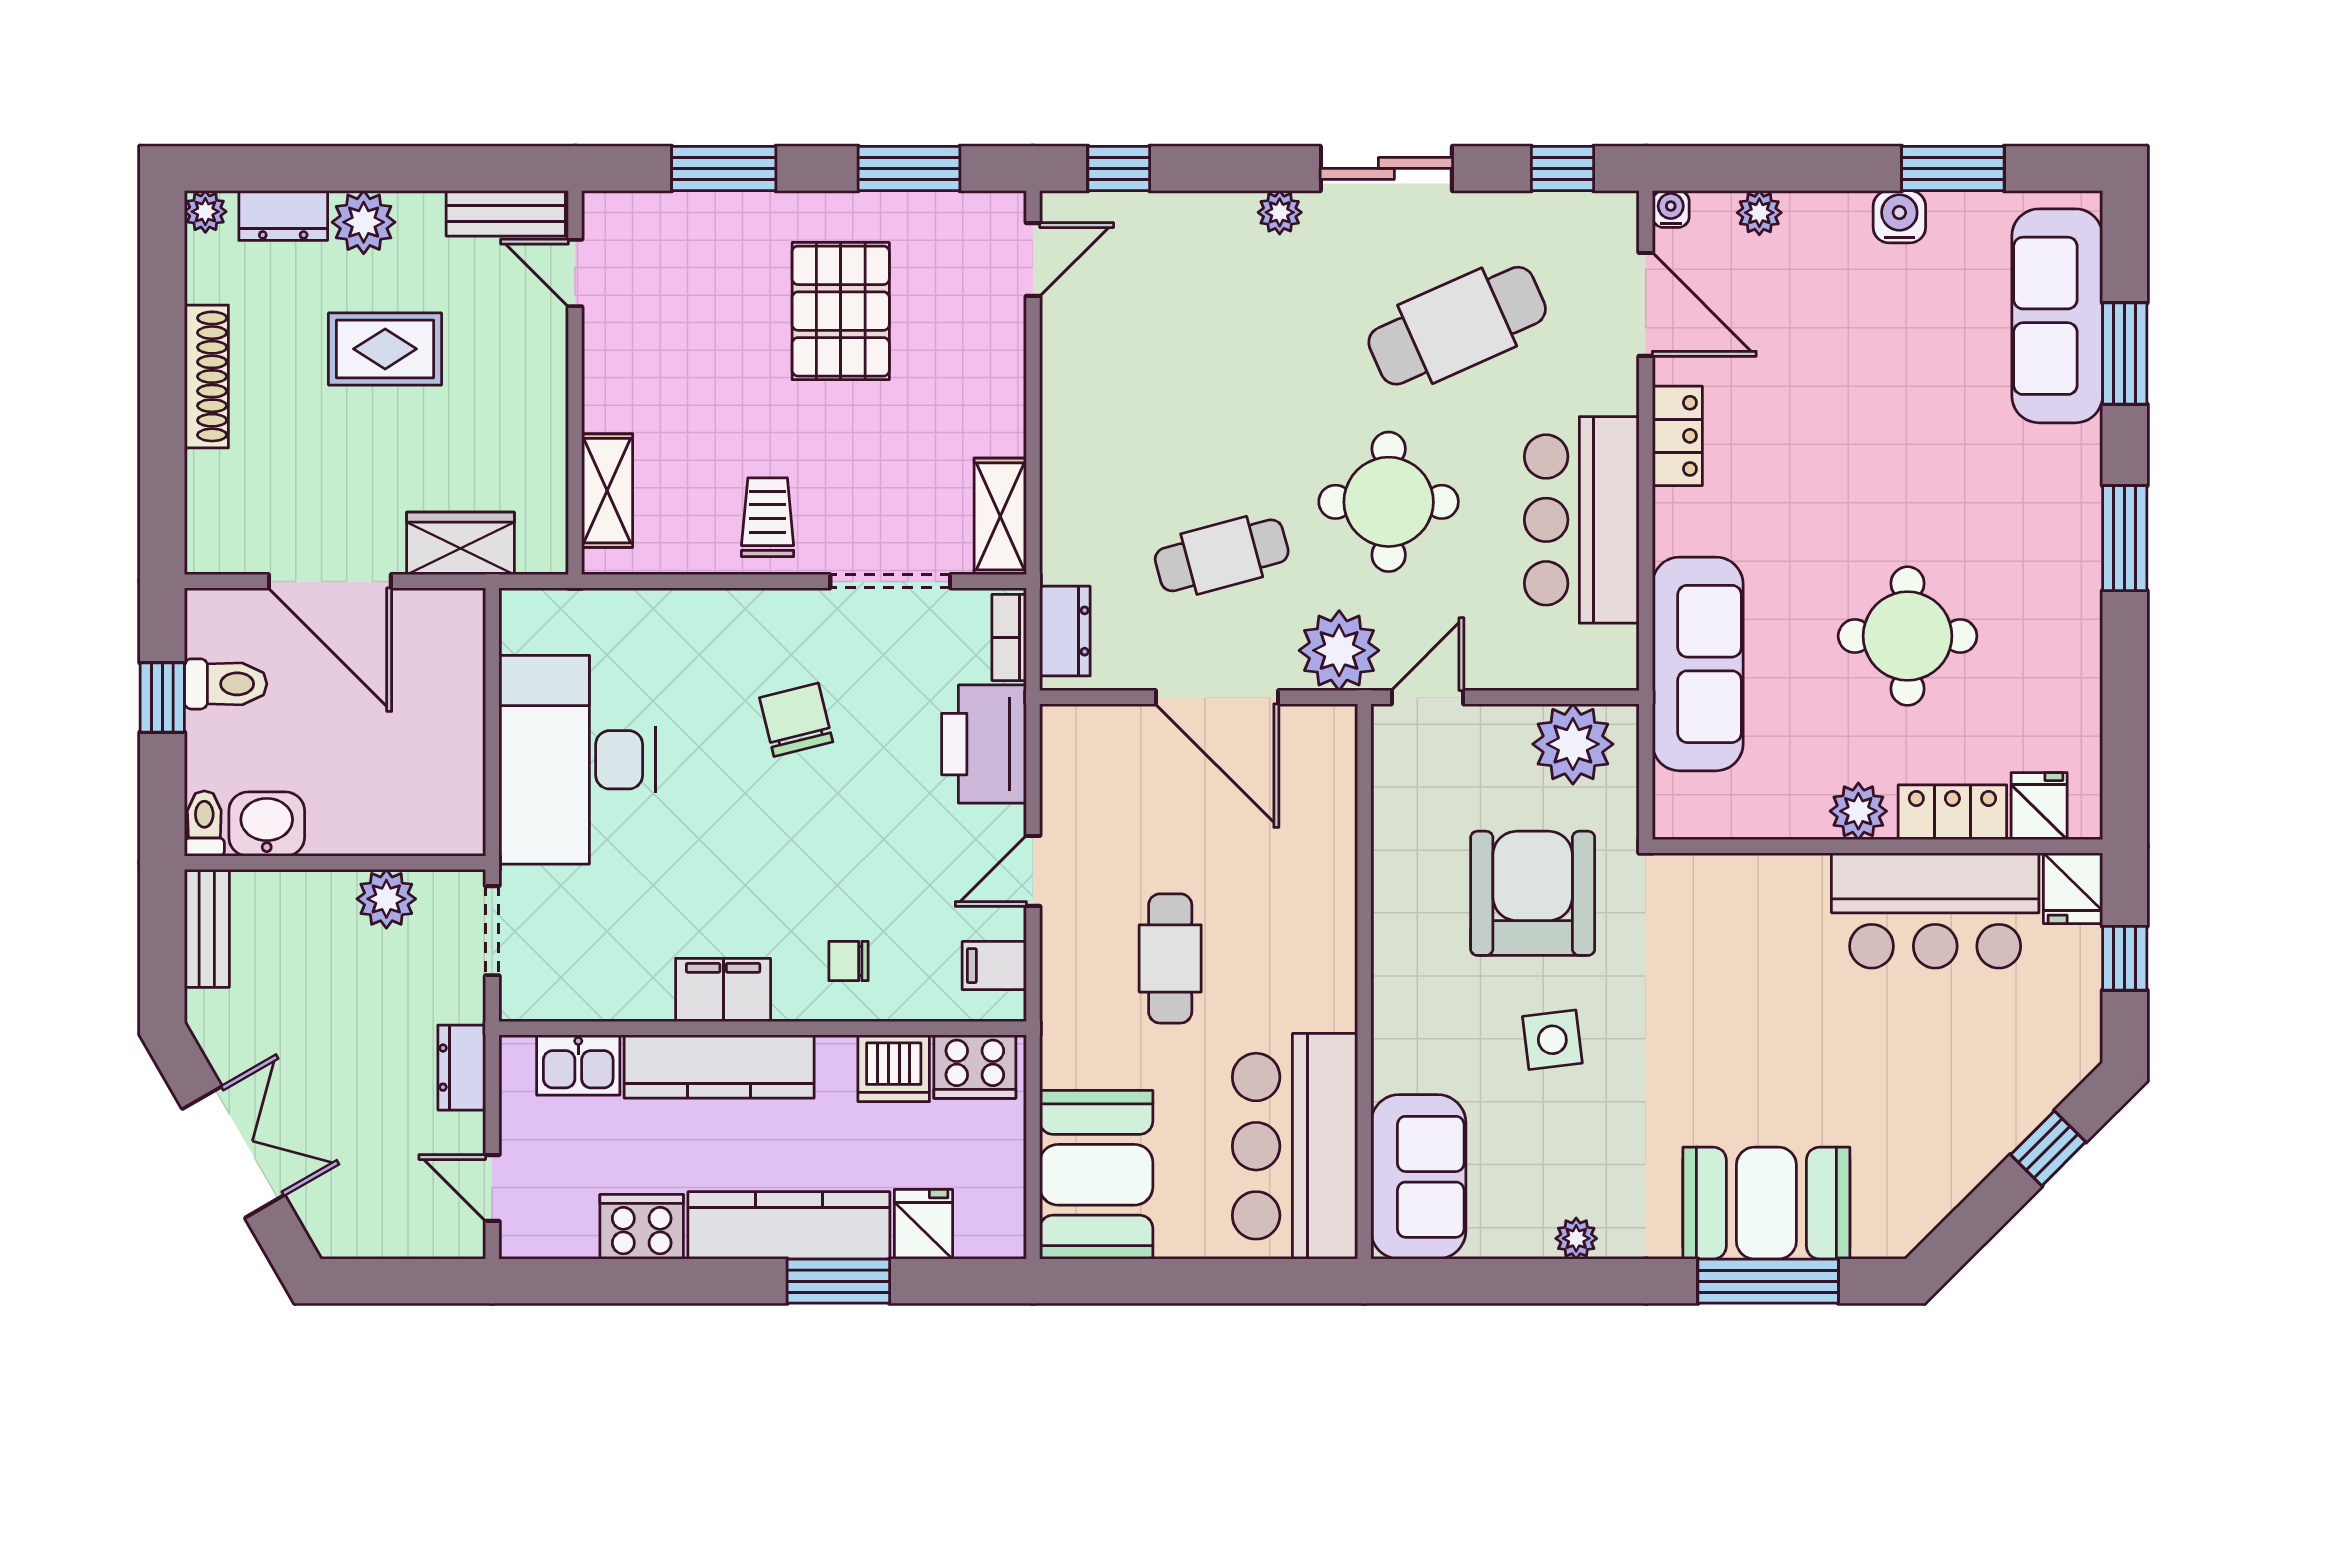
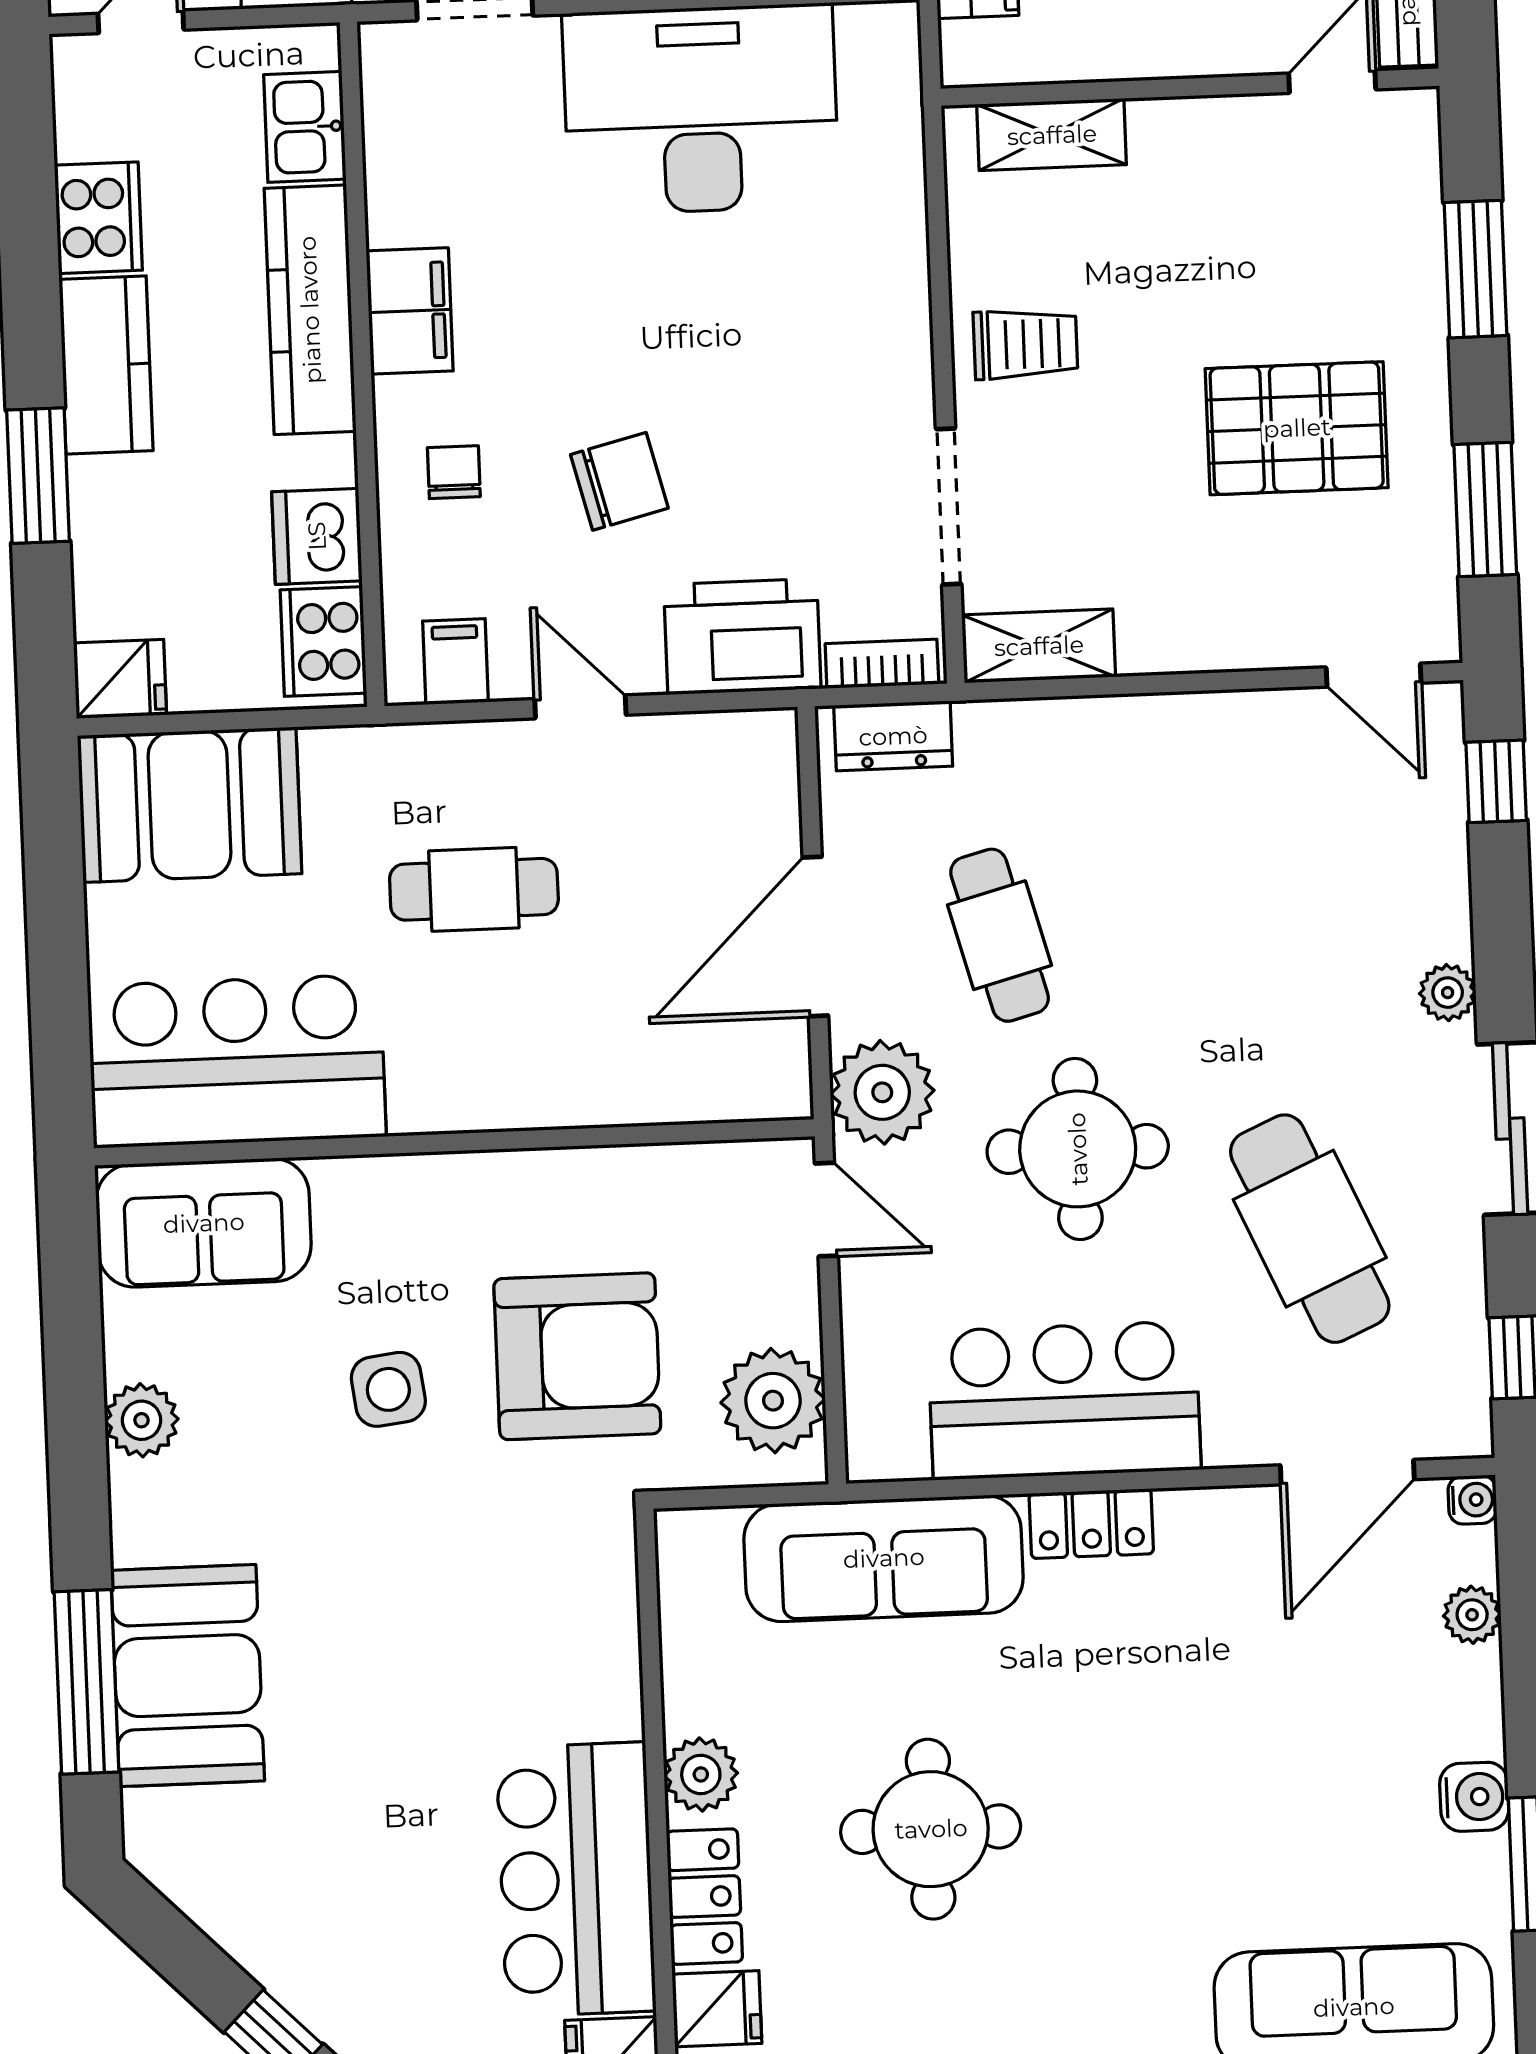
locker: (1677, 436) -> (1091, 1524), moved
chair: (796, 720) -> (619, 481), moved
fridge: (923, 1224) -> (120, 679), moved
kitchen counter: (789, 1225) -> (106, 365), width x0.67
plant: (1576, 1238) -> (142, 1420), width x1.38, depth x1.38

